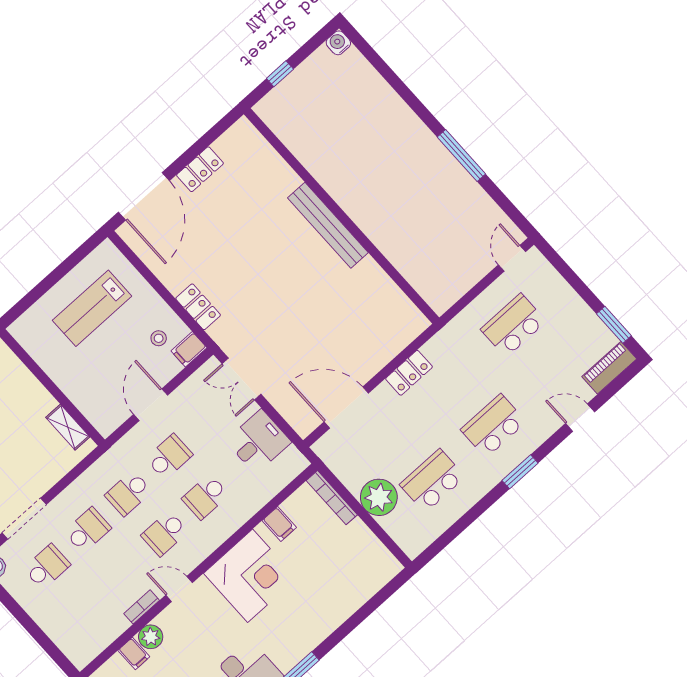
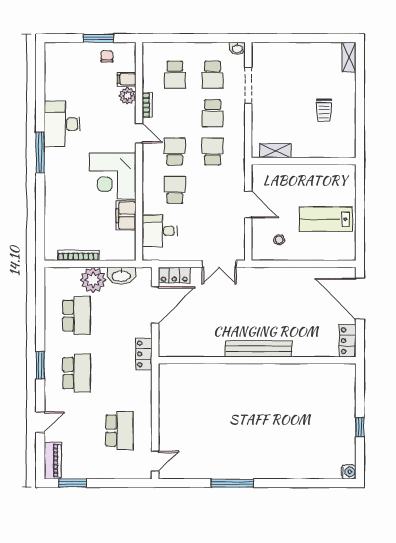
wall: (341, 216) -> (257, 360), moved
bench: (328, 225) -> (259, 349), moved
door: (512, 258) -> (155, 461), hinge flipped
locker: (198, 307) -> (174, 275), moved
lab bench: (92, 308) -> (326, 219), turned -90
filing cabinet: (189, 349) -> (259, 250), removed
double door: (241, 379) -> (219, 264), swing flipped
desk: (258, 442) -> (160, 231), moved, turned 90
school desk: (169, 457) -> (175, 75), moved
washbasin: (347, 471) -> (121, 276), added
bookcase: (332, 498) -> (78, 255), moved
filing cabinet: (279, 524) -> (126, 216), width x2.00
door: (179, 589) -> (139, 133), hinge flipped

